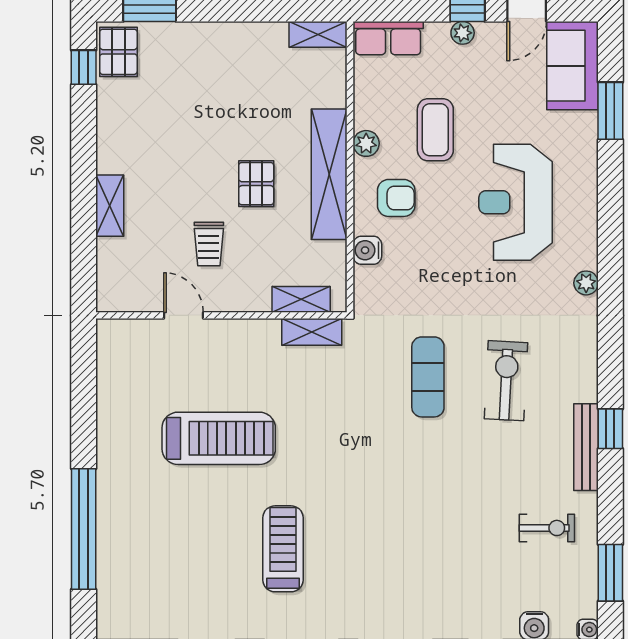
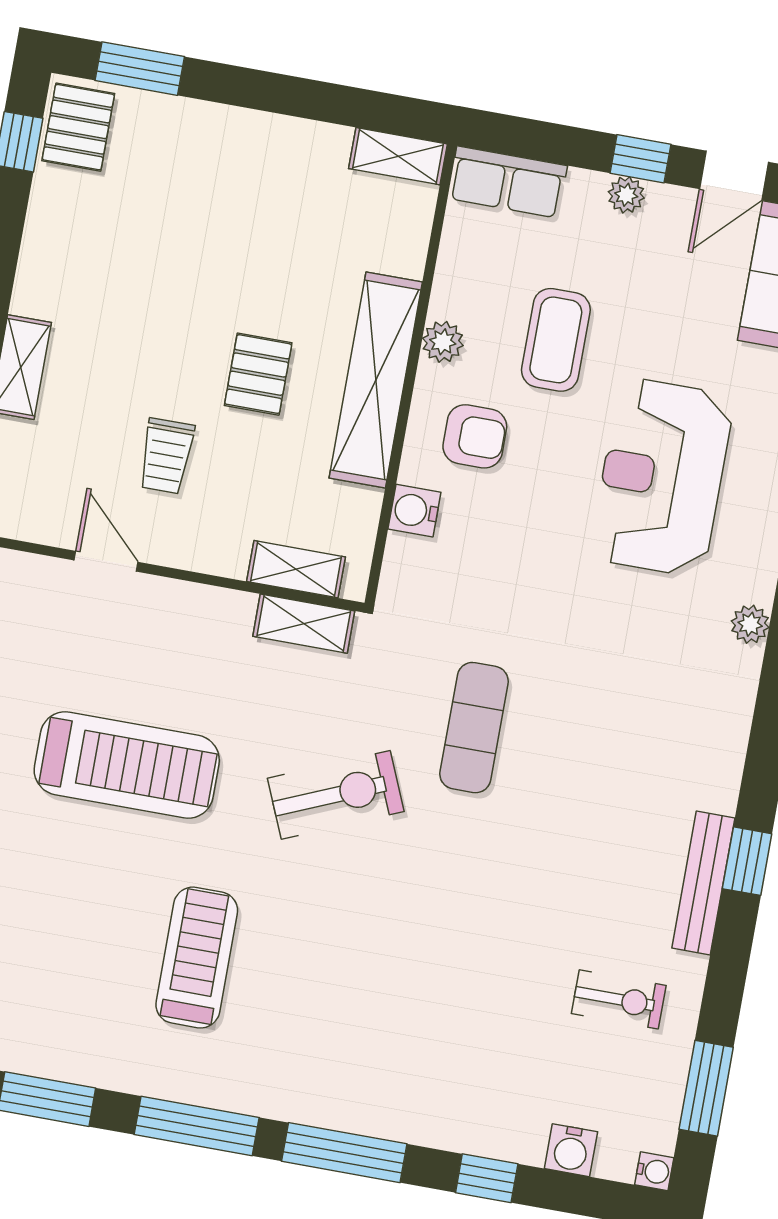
exercise bike: (506, 381) -> (336, 795), moved, turned 64

